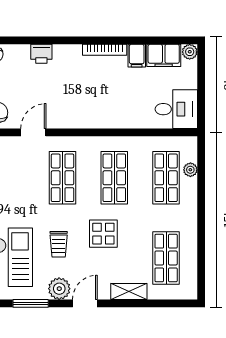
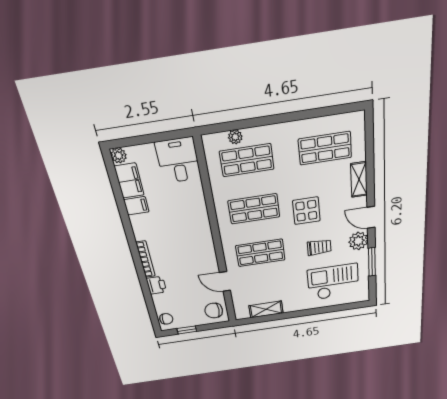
bookcase: (105, 50) -> (145, 259), moved

